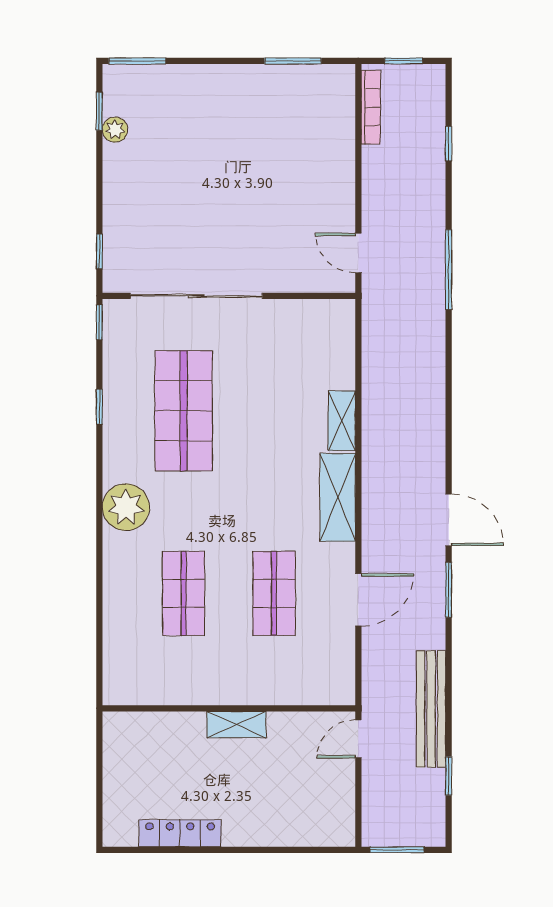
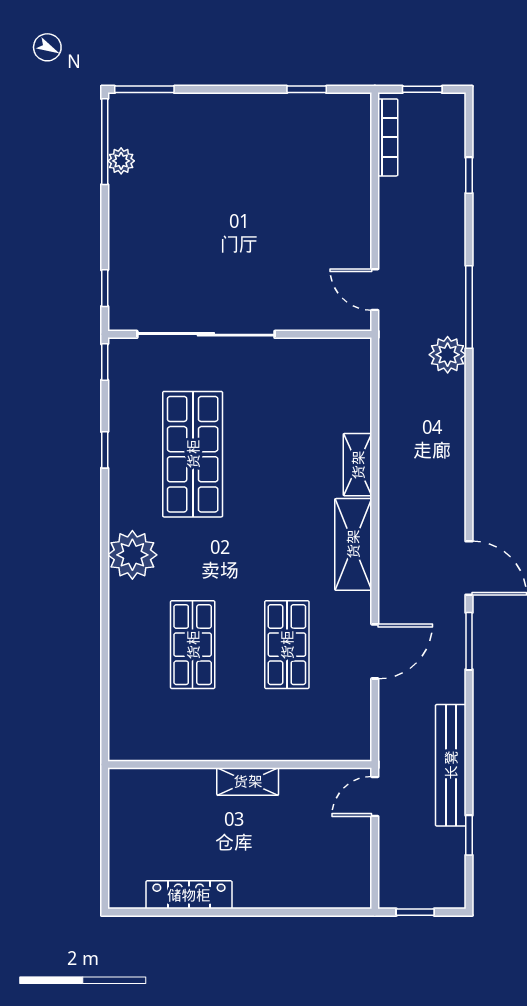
window: (293, 61) -> (307, 89), width x0.67
window: (99, 111) -> (105, 142), width x2.17
plant: (428, 315) -> (448, 355), added
window: (397, 850) -> (415, 912), width x0.67

